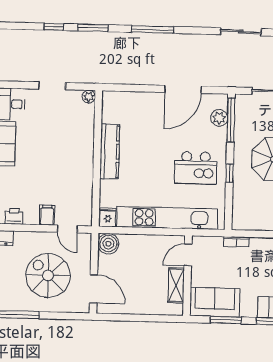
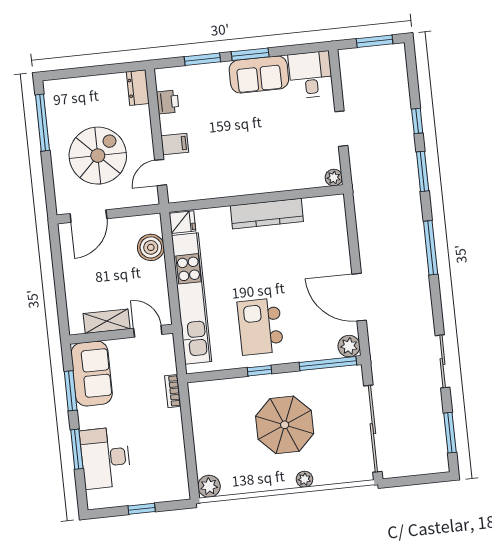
plant: (219, 118) -> (349, 346), moved
boiler: (108, 244) -> (151, 247), moved

